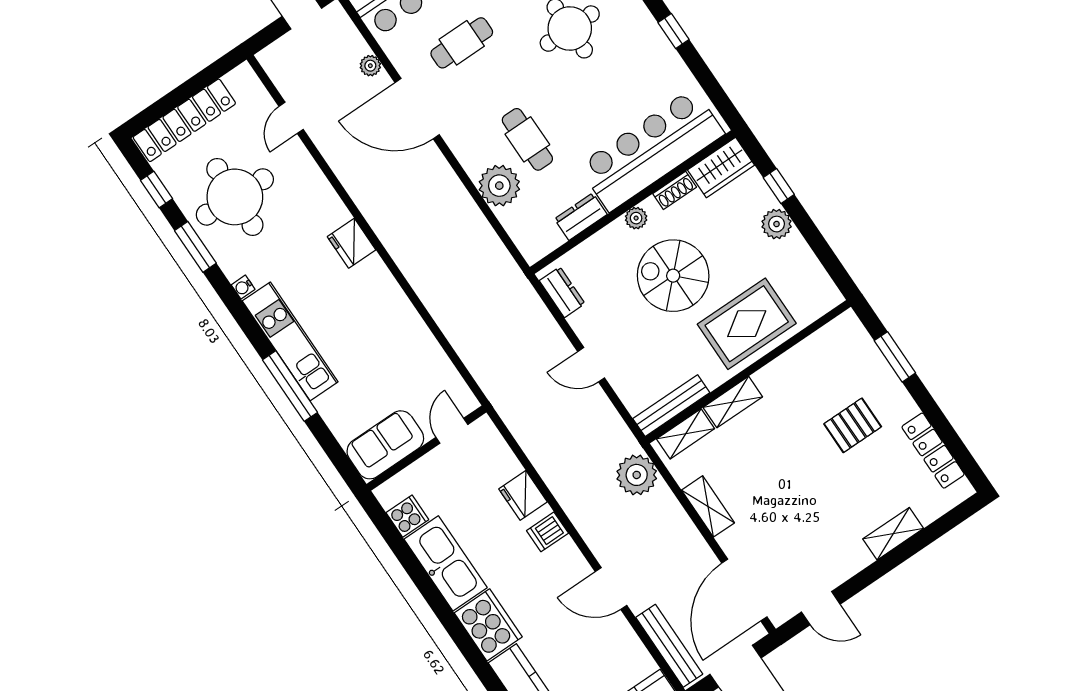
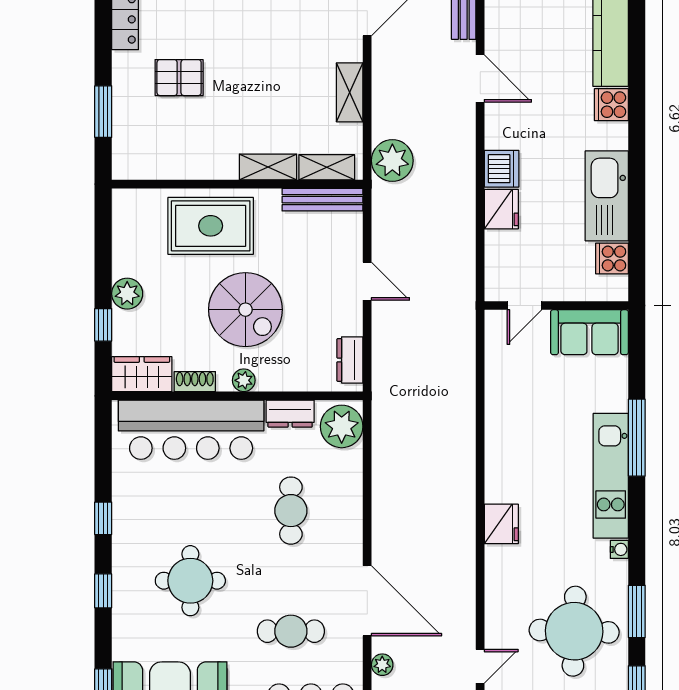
plant: (499, 186) -> (342, 426), moved
dishwasher: (547, 532) -> (502, 169), width x1.38
cooker: (488, 625) -> (611, 105), width x0.53, depth x0.76

